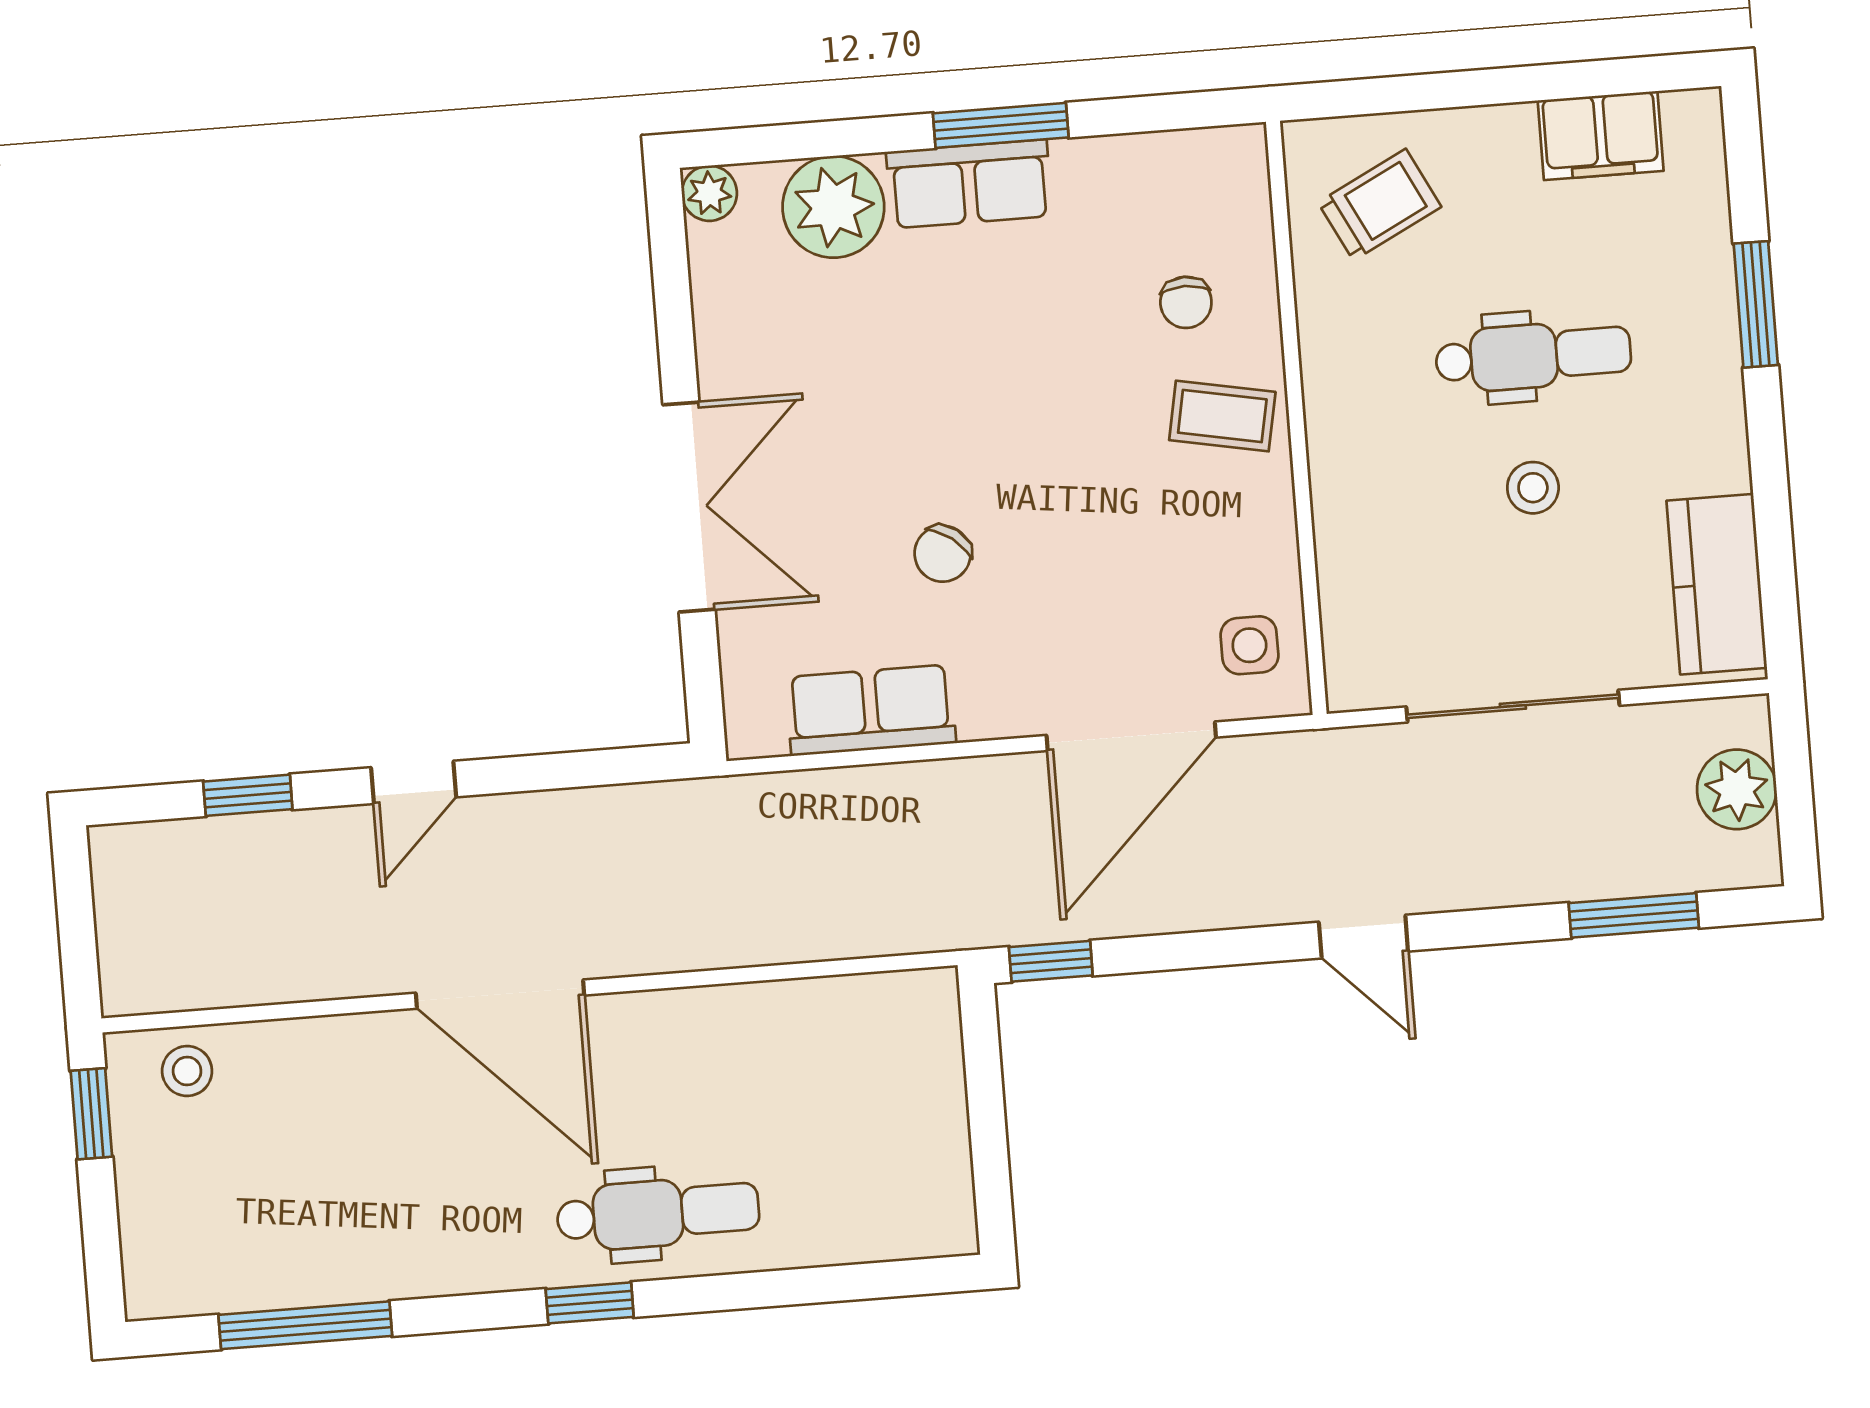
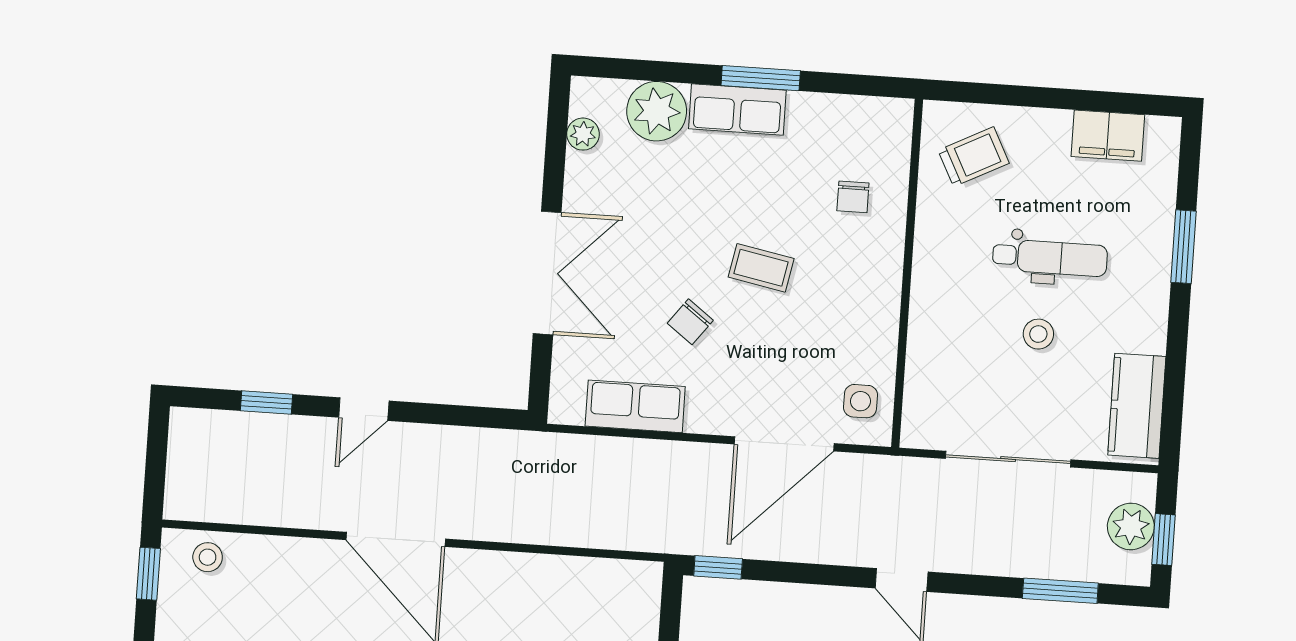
plant: (709, 193) -> (583, 134), moved
coffee table: (1222, 416) -> (761, 268), moved
window: (1795, 803) -> (1163, 540), added

